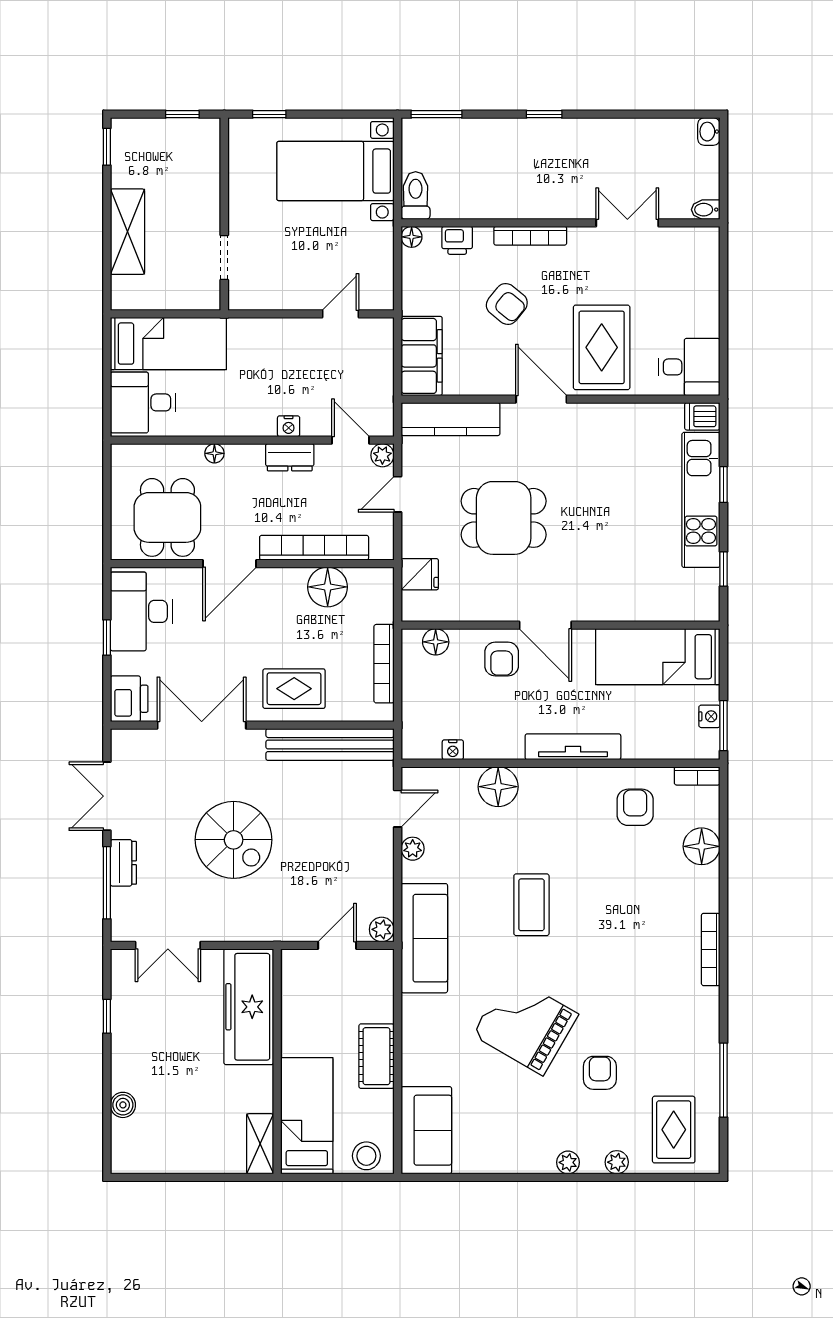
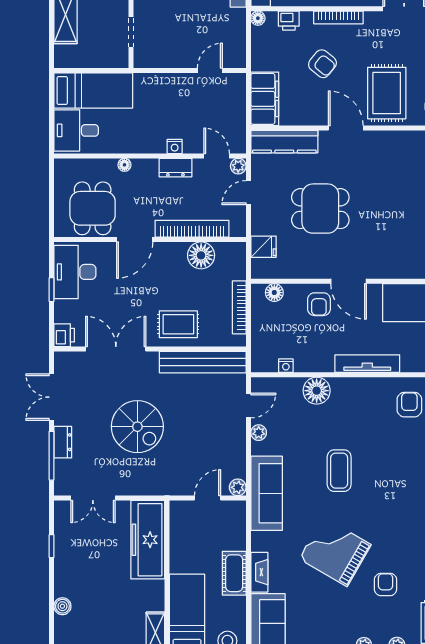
printer: (129, 699) -> (64, 335), width x0.73, depth x0.81
fireplace: (414, 1055) -> (259, 572), added

